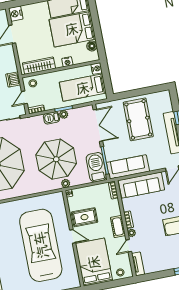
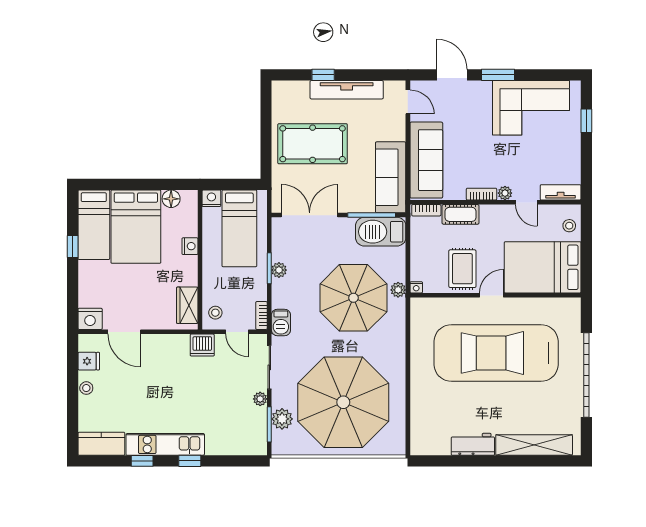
wardrobe: (39, 66) -> (187, 305), width x0.67
barbecue: (51, 118) -> (281, 323), moved
cot: (118, 227) -> (461, 214), moved

